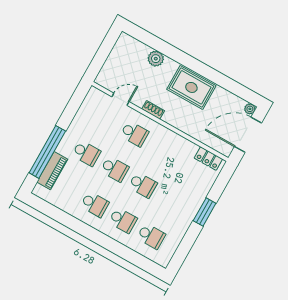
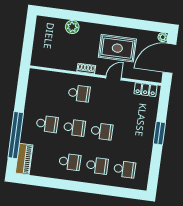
rug: (191, 87) -> (117, 48), moved
door: (120, 99) -> (114, 78), moved
piano: (52, 171) -> (24, 159), moved

